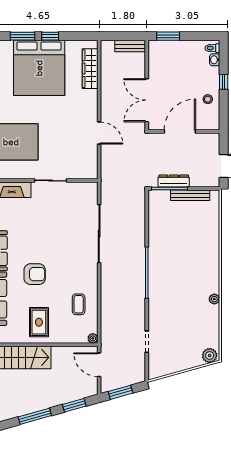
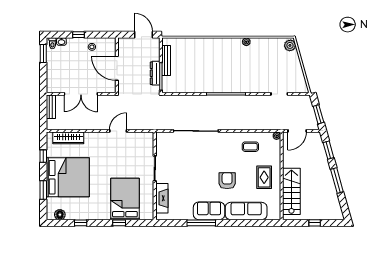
window: (50, 36) -> (43, 156), moved
window: (168, 36) -> (43, 54), moved
double door: (147, 100) -> (81, 94), moved
rug: (39, 322) -> (264, 177), turned 90

